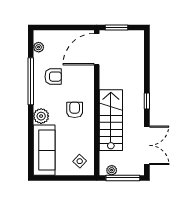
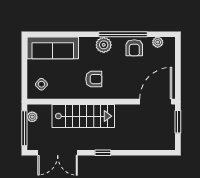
door: (97, 49) -> (156, 102), hinge flipped
armchair: (53, 77) -> (134, 48), moved
plant: (41, 116) -> (104, 45), moved

